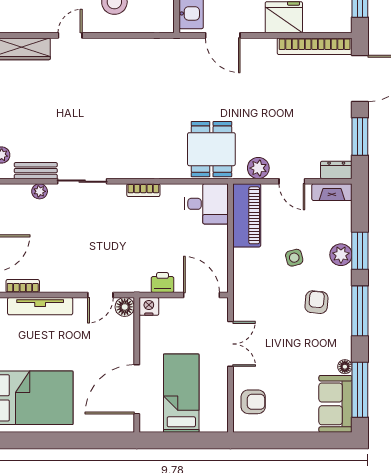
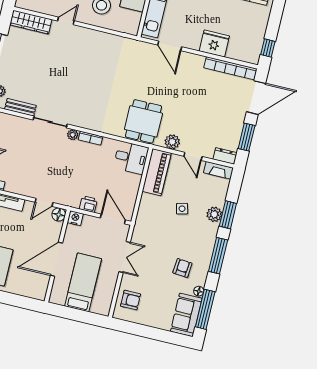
plant: (40, 191) -> (73, 135), moved
armchair: (316, 302) -> (182, 268), moved
door: (137, 389) -> (57, 259), moved

